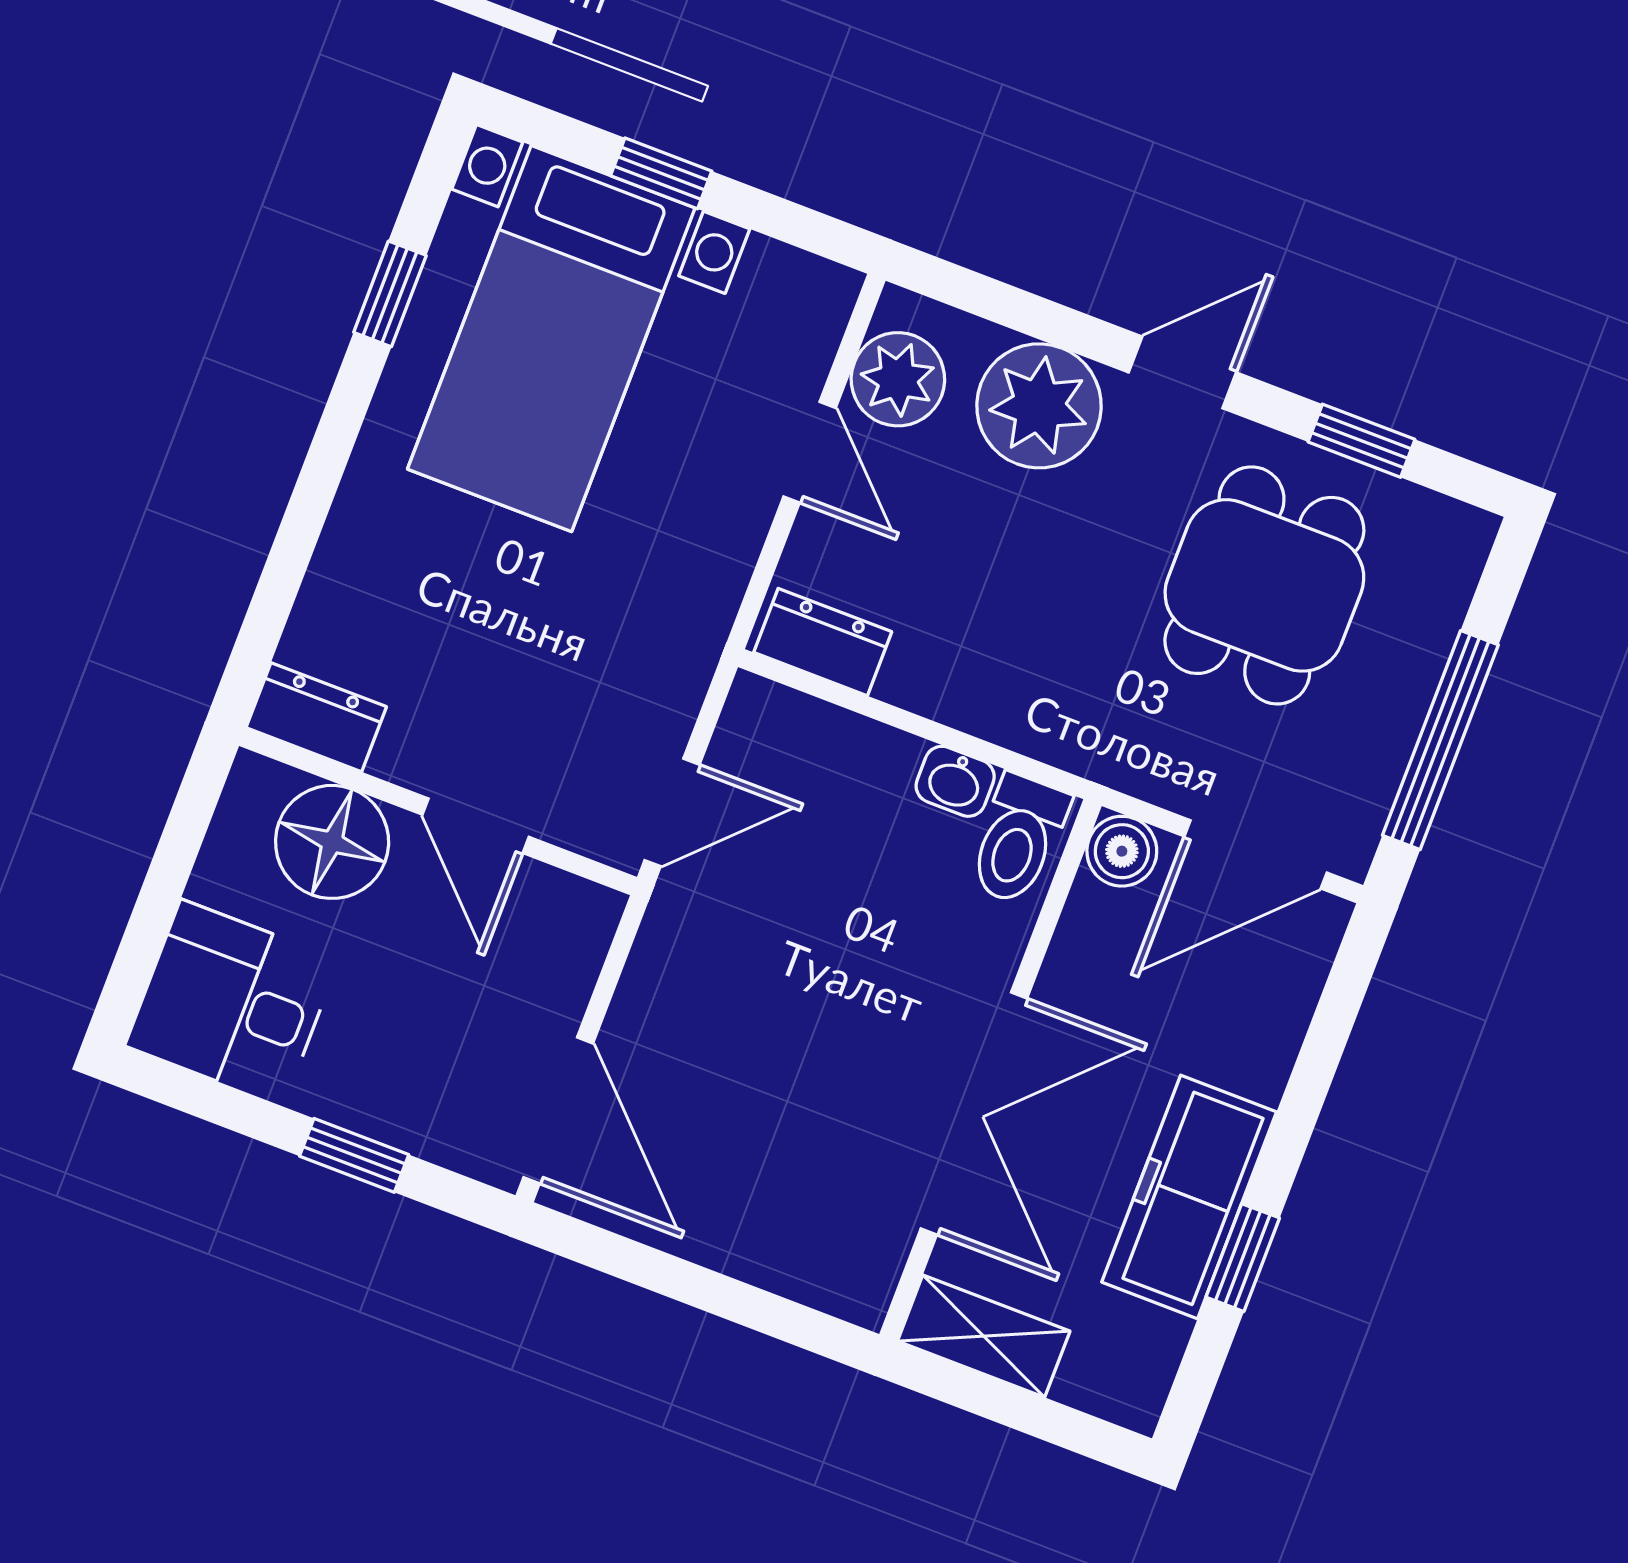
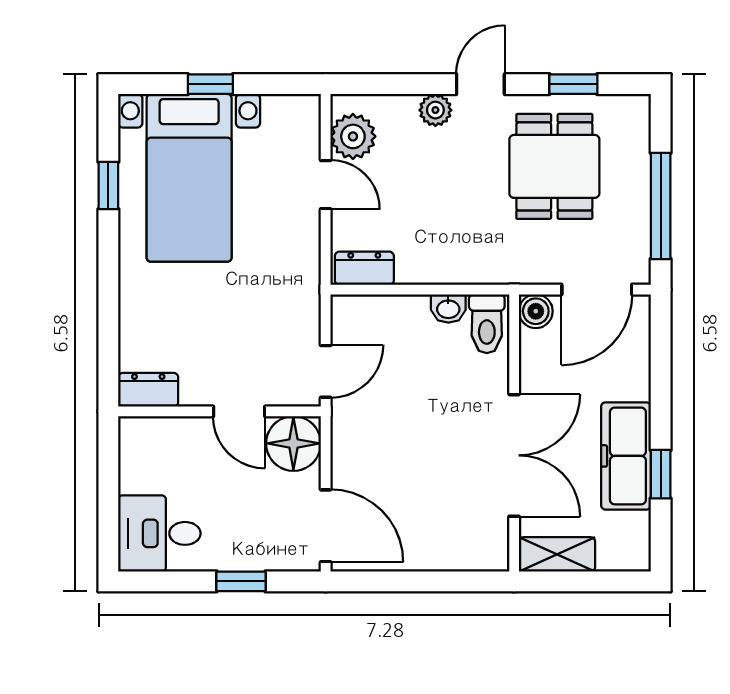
plant: (1039, 406) -> (435, 110), width x0.53, depth x0.53
floor lamp: (332, 842) -> (293, 443), moved

